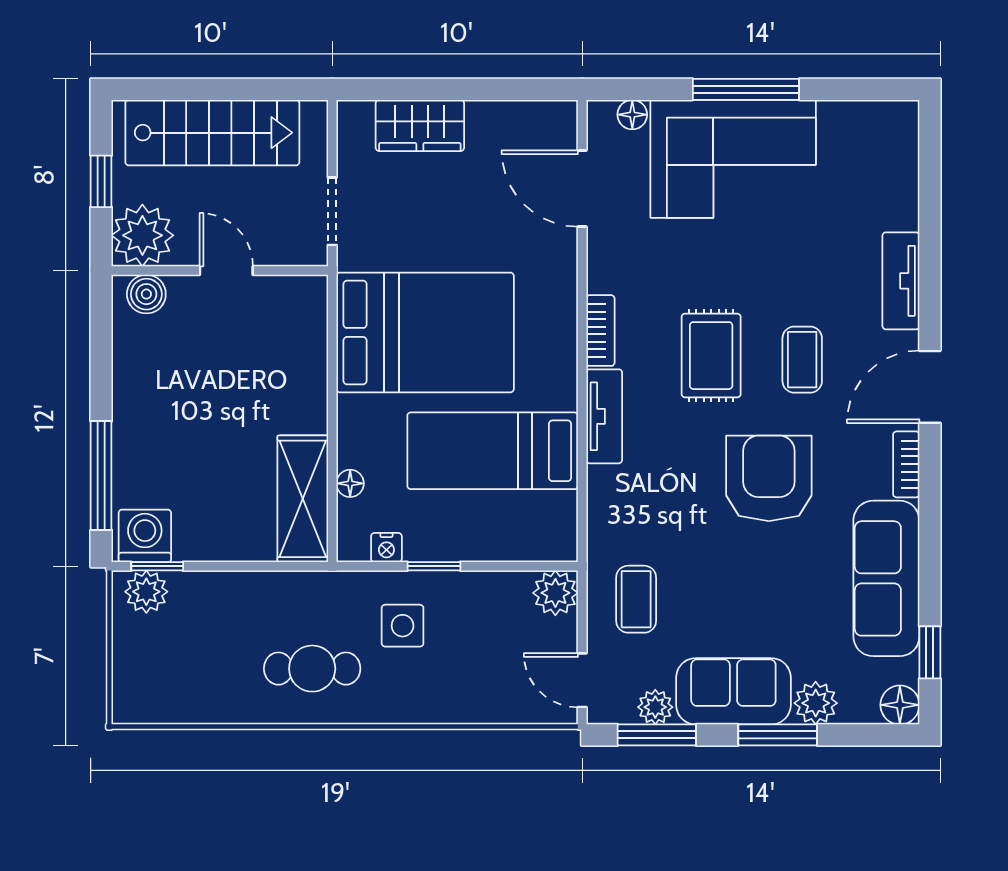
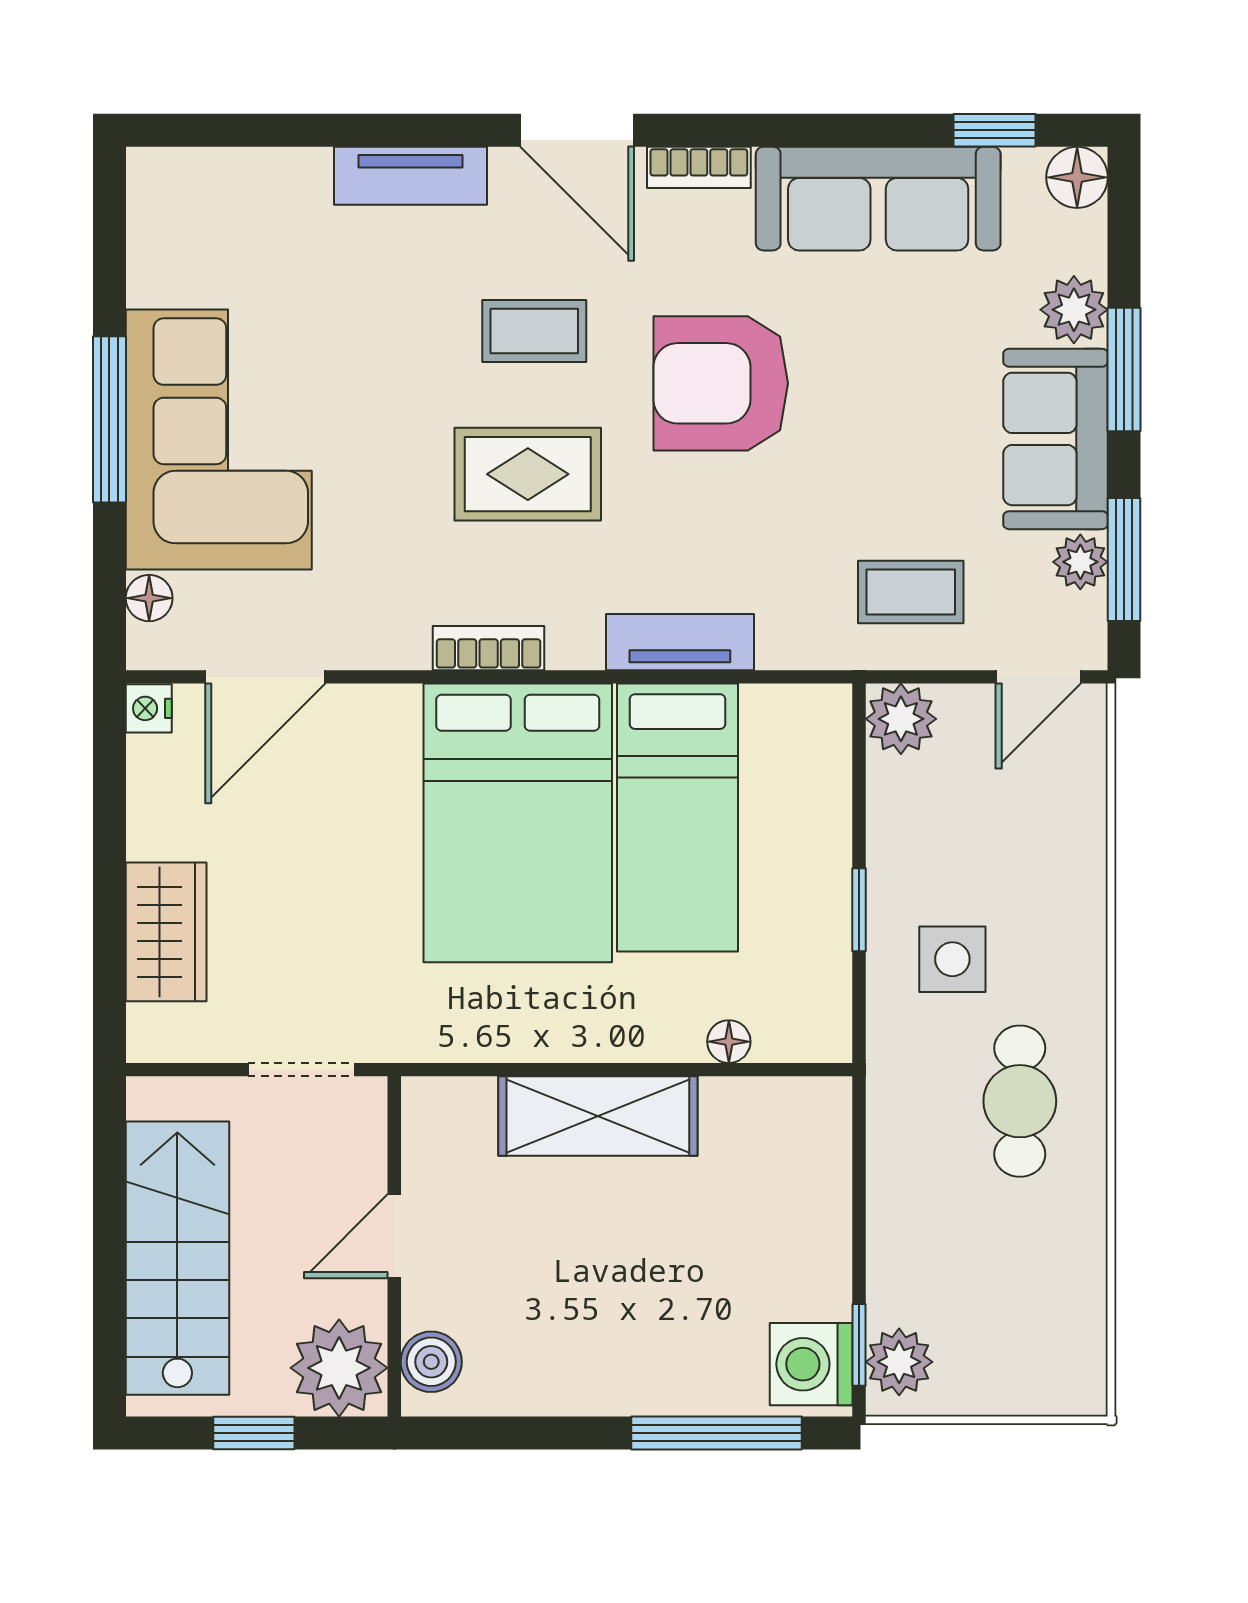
bed: (425, 332) -> (518, 823), moved, turned 180
tv unit: (604, 416) -> (680, 642), moved
shelving: (303, 499) -> (598, 1116), moved
nightstand: (386, 547) -> (149, 708), moved, turned 180

